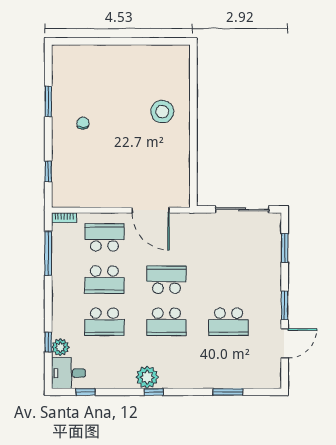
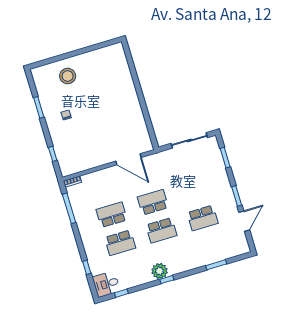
stool: (162, 112) -> (68, 76), moved
school desk: (104, 237) -> (103, 187), removed
school desk: (104, 280) -> (112, 215), turned 180
plant: (60, 347) -> (96, 268), removed

